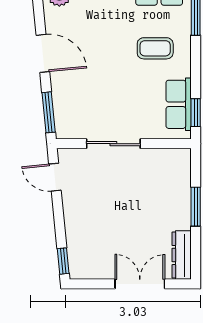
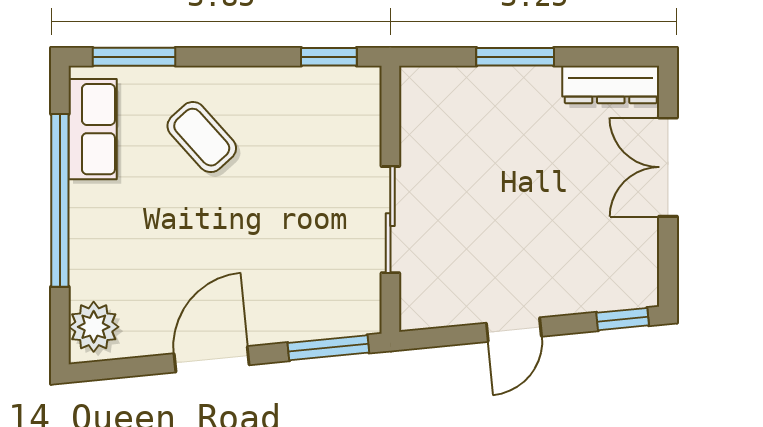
coffee table: (155, 48) -> (202, 137), turned -42
row of seats: (179, 104) -> (312, 91), removed
door: (55, 177) -> (514, 330), moved

